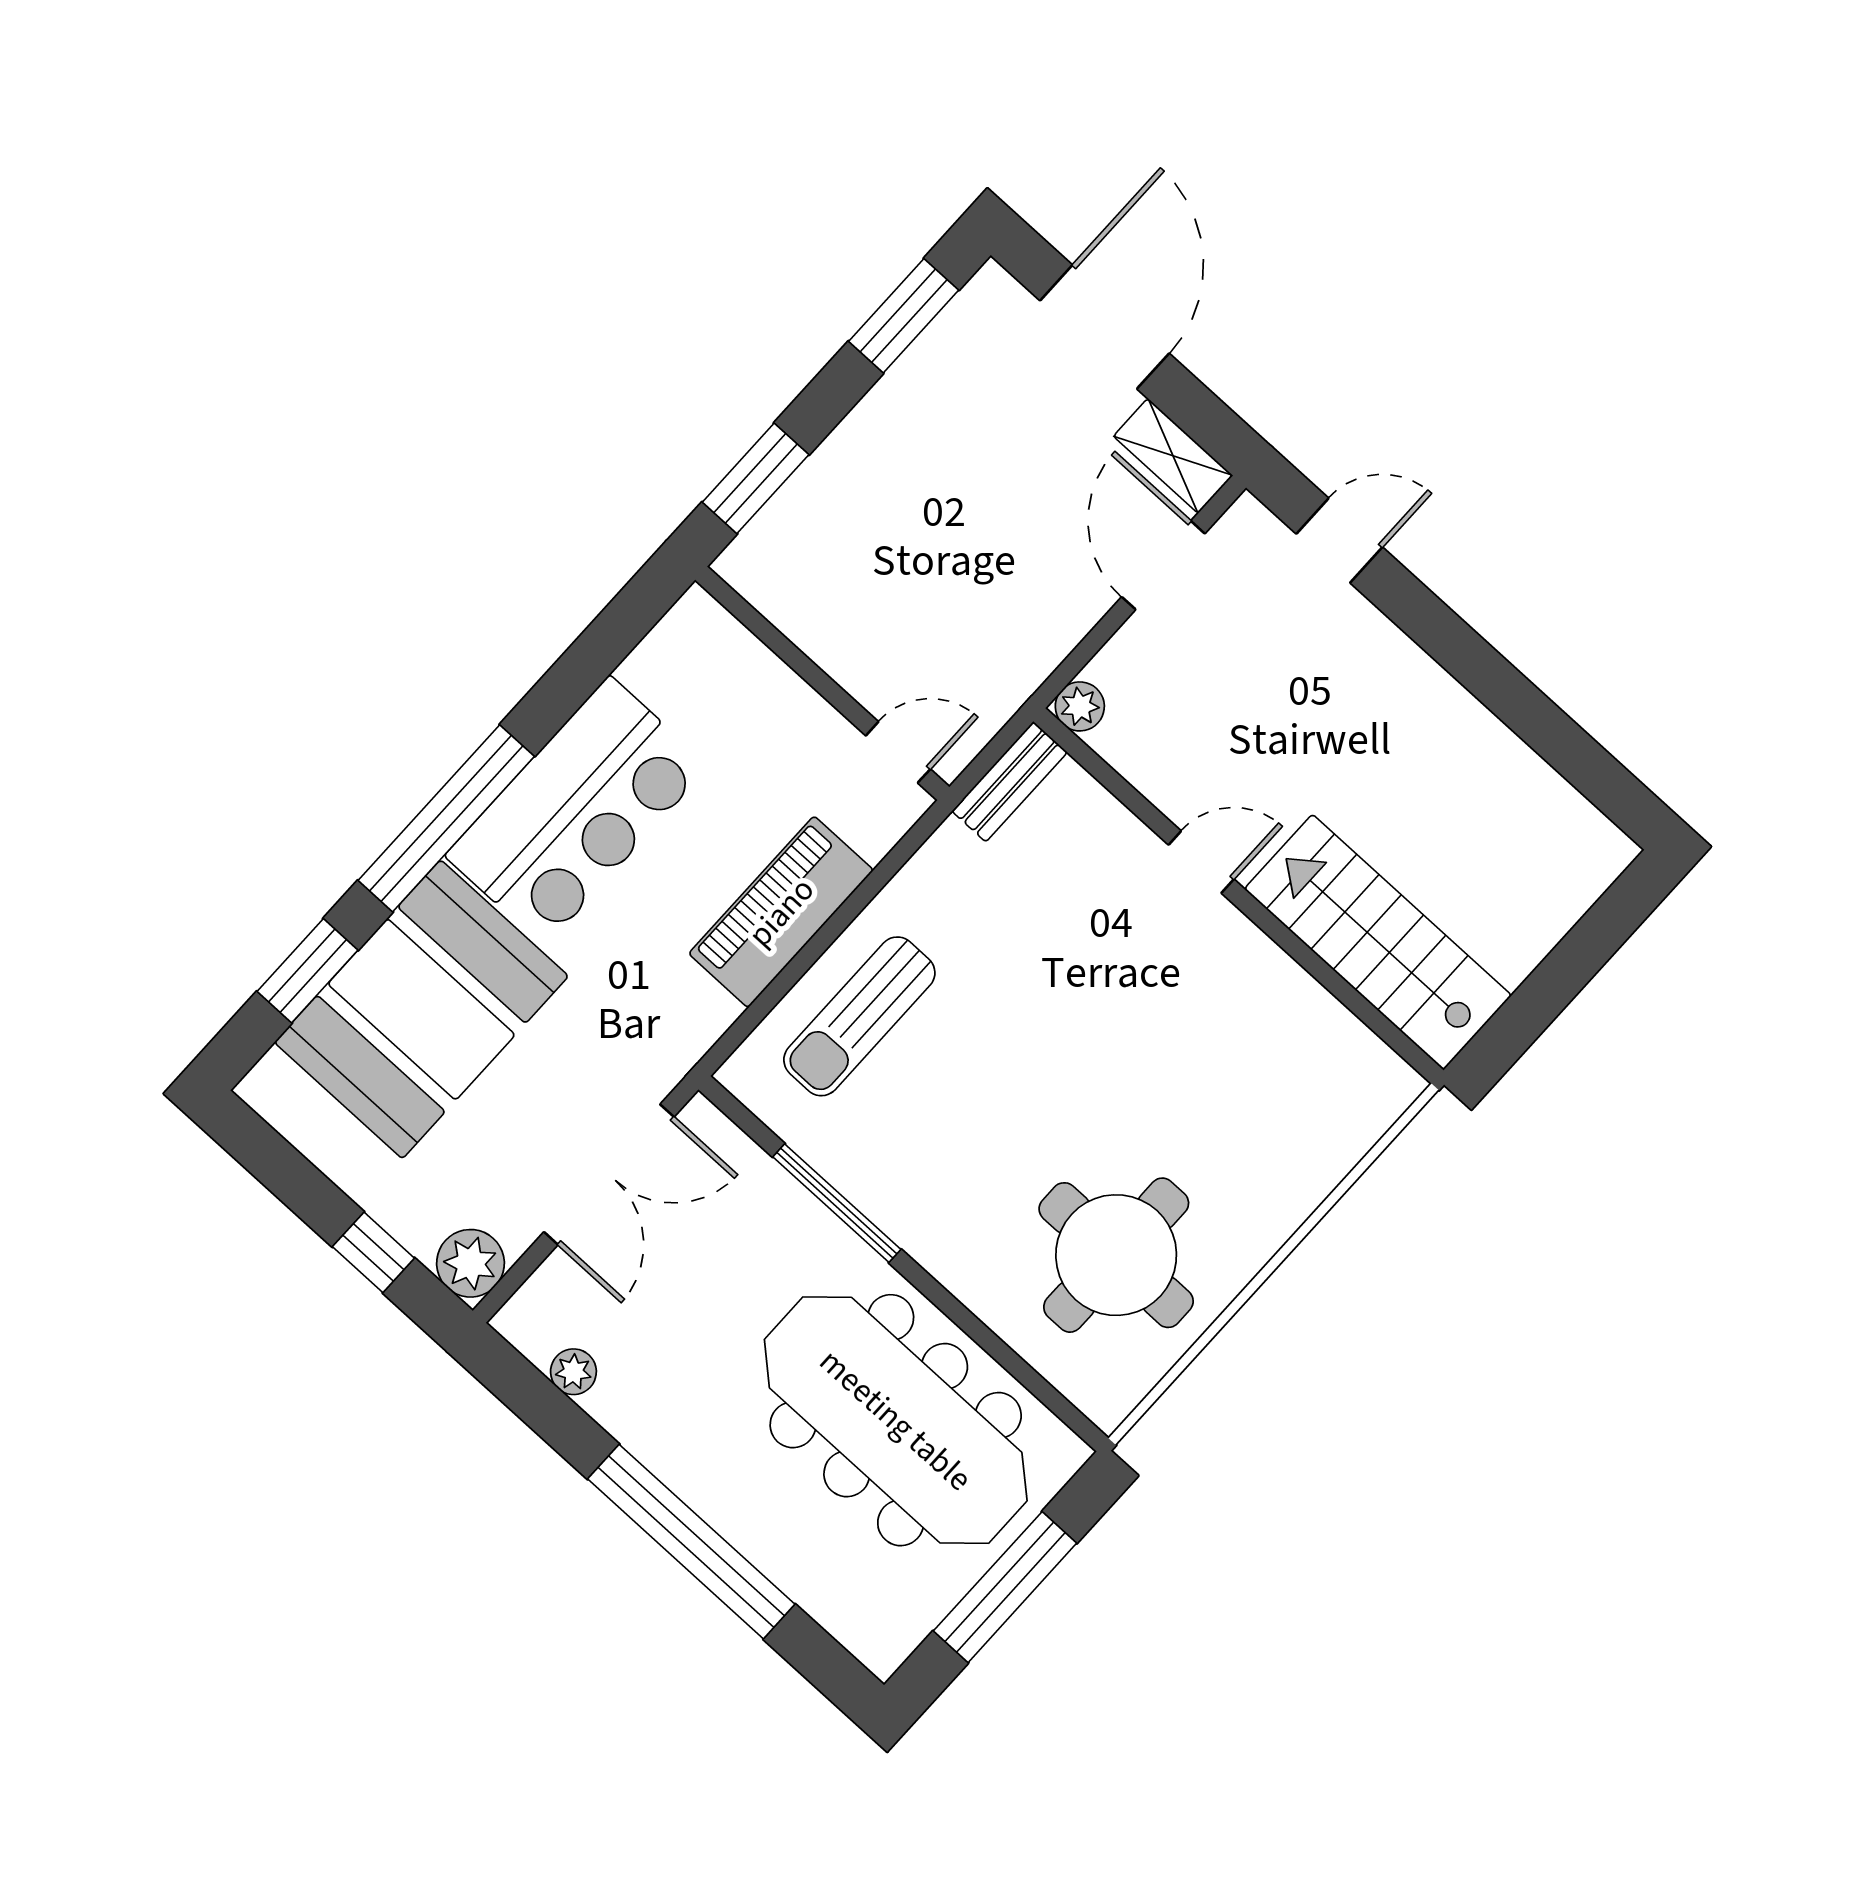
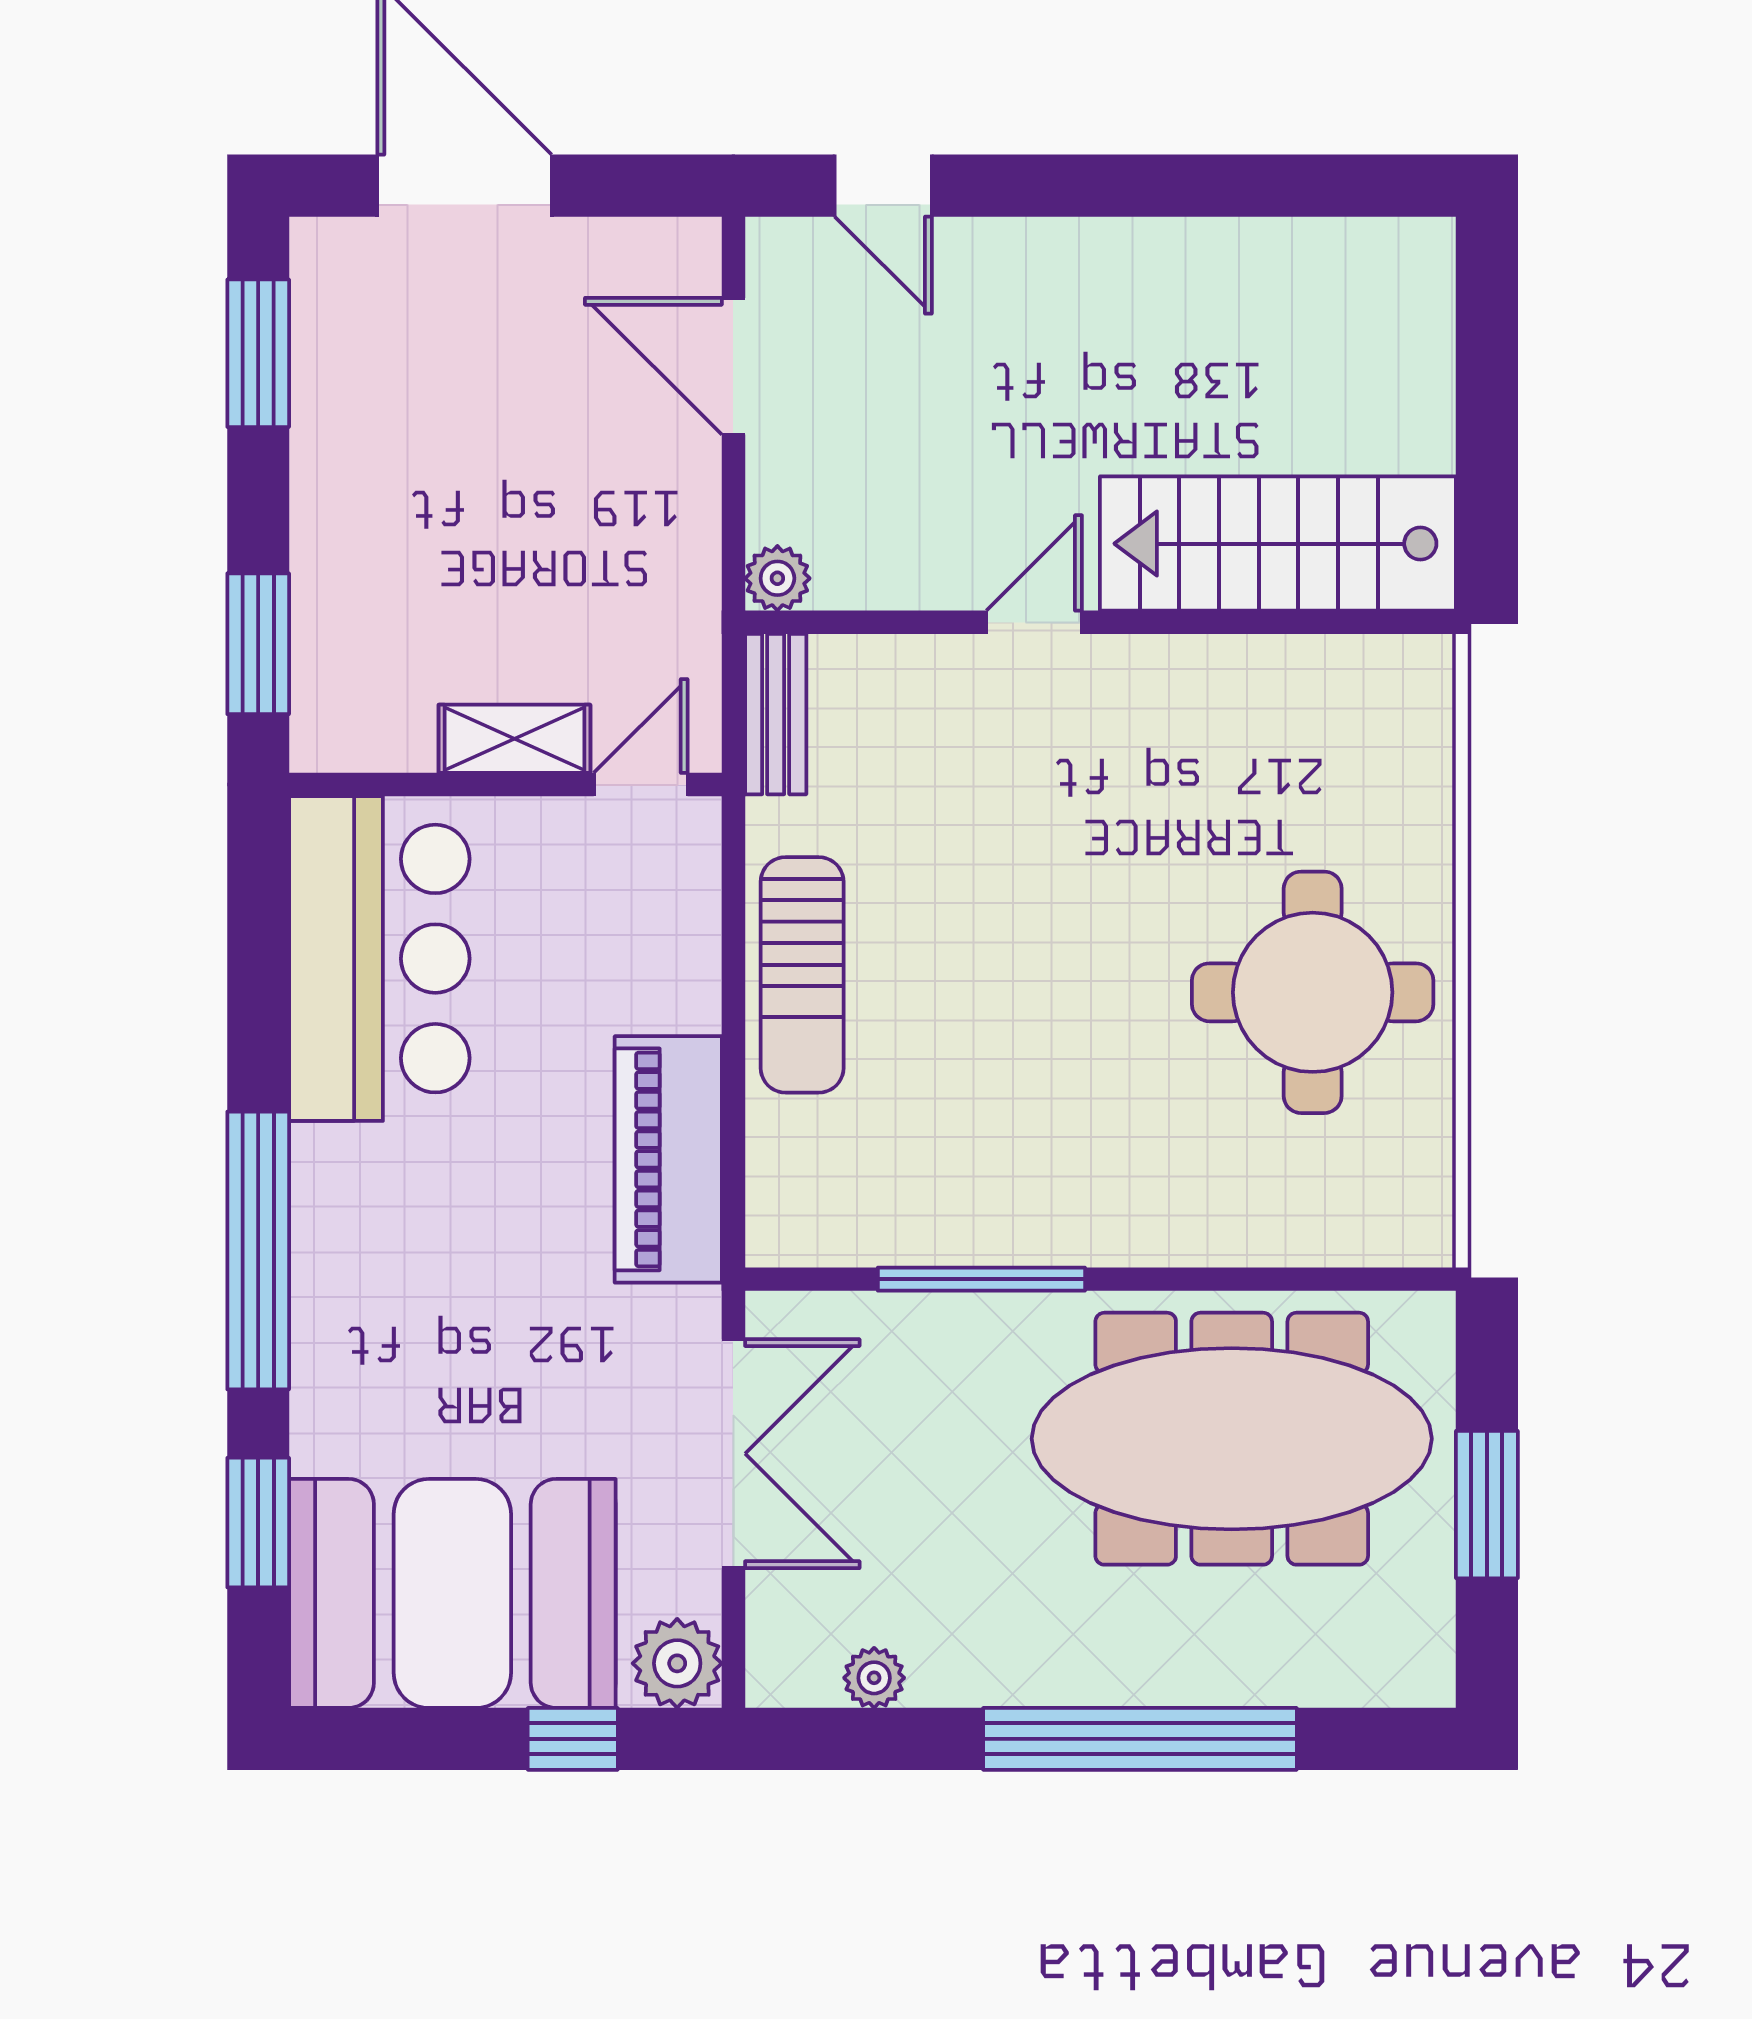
shelving: (1173, 456) -> (514, 739), moved
door: (1339, 540) -> (883, 186), swing flipped
bar counter: (577, 811) -> (379, 959), moved
piano: (781, 912) -> (668, 1159), moved
booth: (421, 1009) -> (452, 1593), moved, turned 90
sun lounger: (859, 1016) -> (802, 975), moved
round table: (1116, 1255) -> (1313, 992), moved
window: (1005, 1587) -> (1487, 1505), width x0.69

